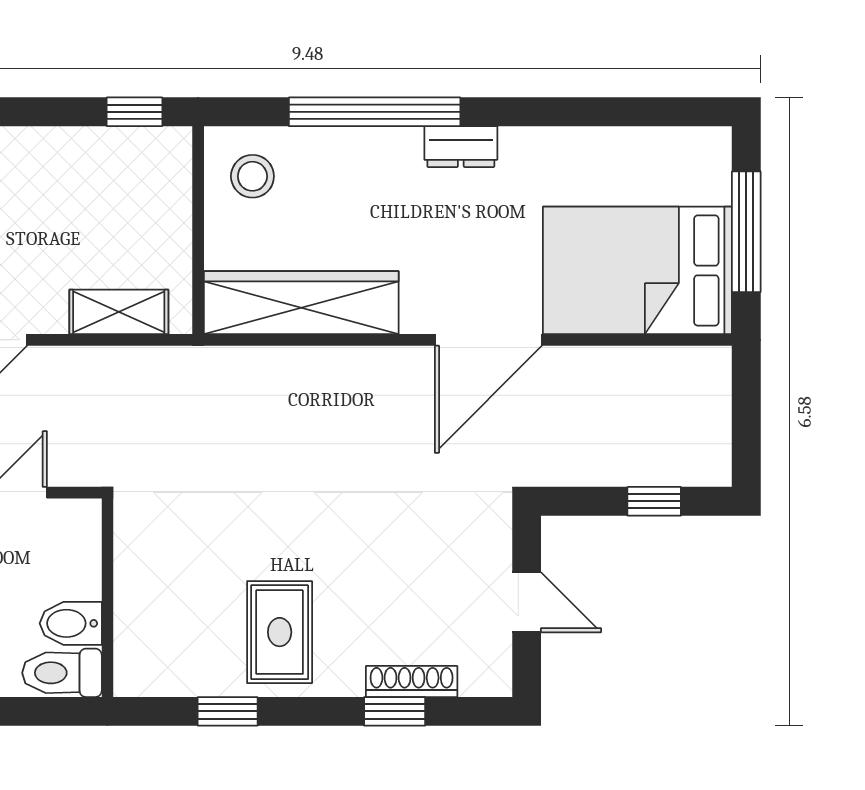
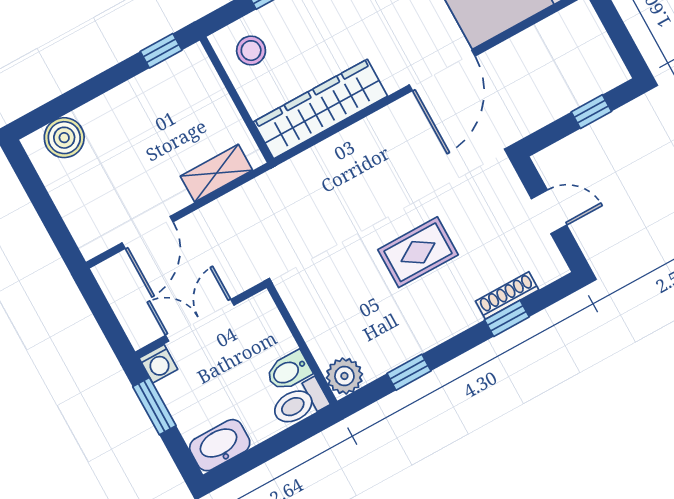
rug: (280, 632) -> (418, 252), moved, turned 90
plant: (140, 670) -> (344, 376), added

